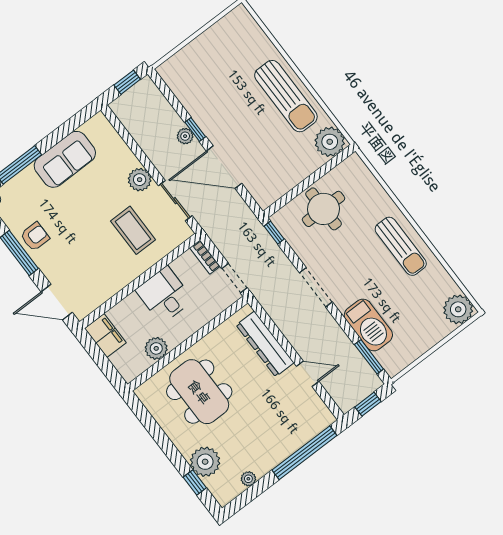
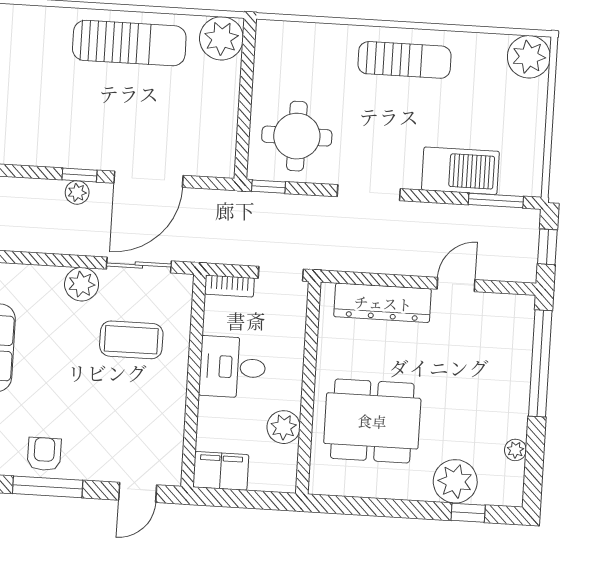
round table: (324, 209) -> (297, 136), moved
door: (57, 302) -> (138, 492), width x0.73

